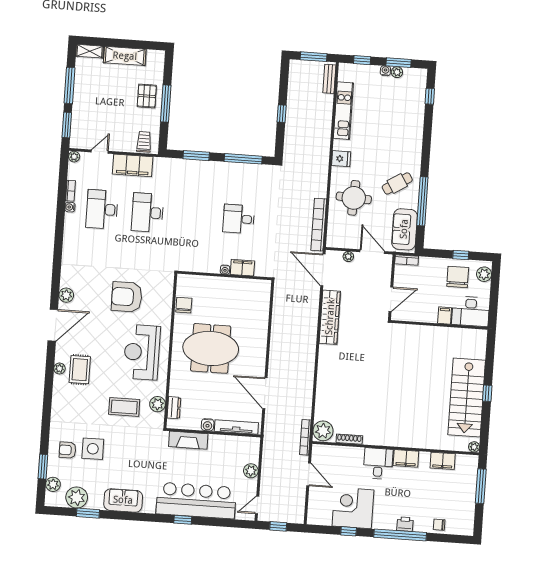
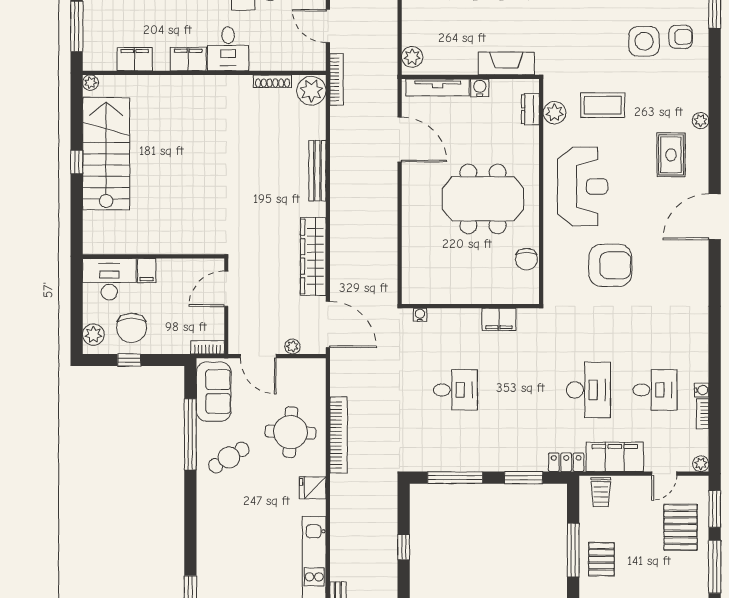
pallet: (91, 114) -> (680, 527), added
locker: (166, 164) -> (566, 462), added
desk: (102, 209) -> (655, 390), width x0.73
bookcase: (319, 225) -> (339, 435), moved
filing cabinet: (242, 268) -> (499, 319), moved
water cooler: (225, 270) -> (420, 315), moved
plant: (66, 295) -> (698, 262), removed
plant: (59, 369) -> (701, 120), moved
bench: (323, 376) -> (317, 171), added
plant: (251, 471) -> (412, 57), moved

